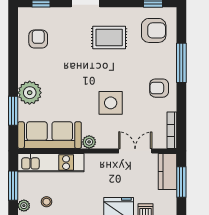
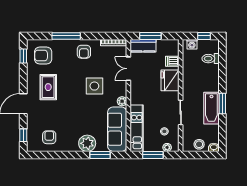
armchair: (154, 30) -> (43, 56), turned -90
armchair: (38, 39) -> (49, 137), turned 90

